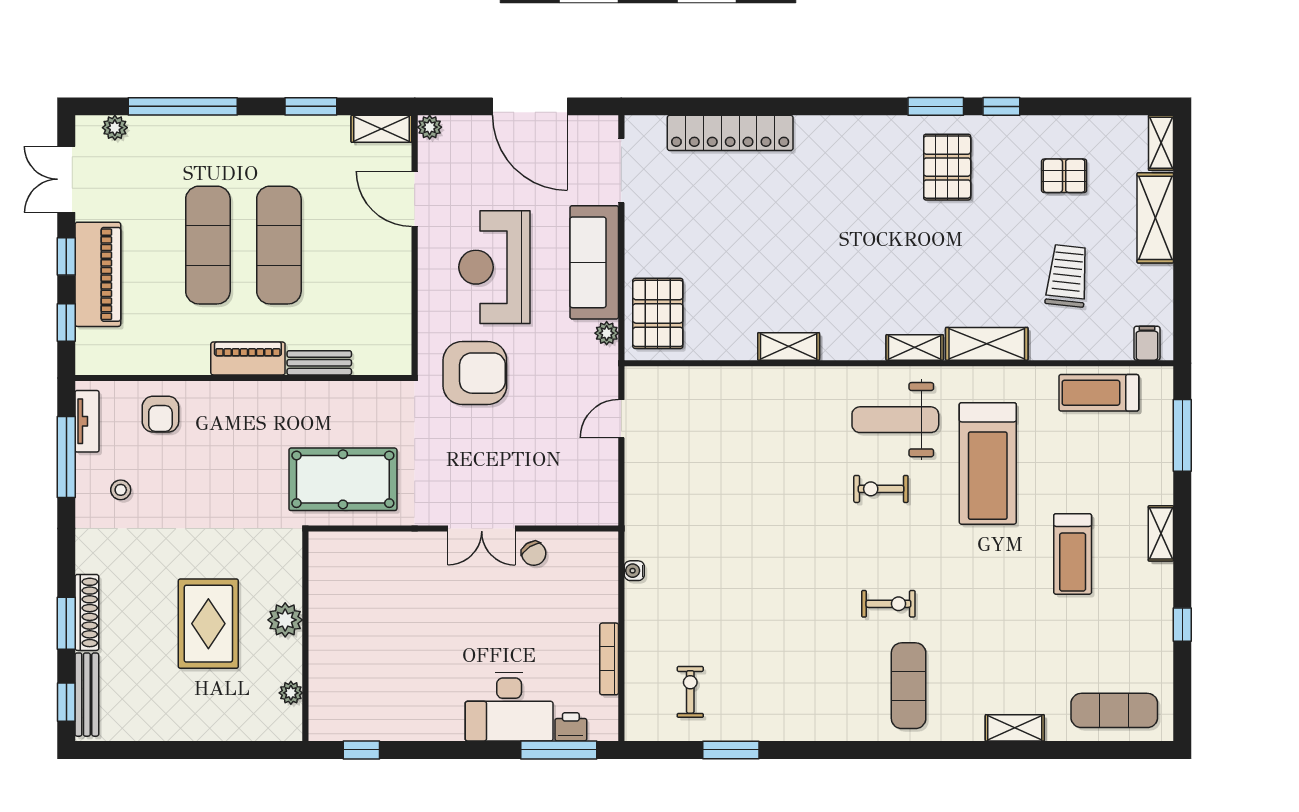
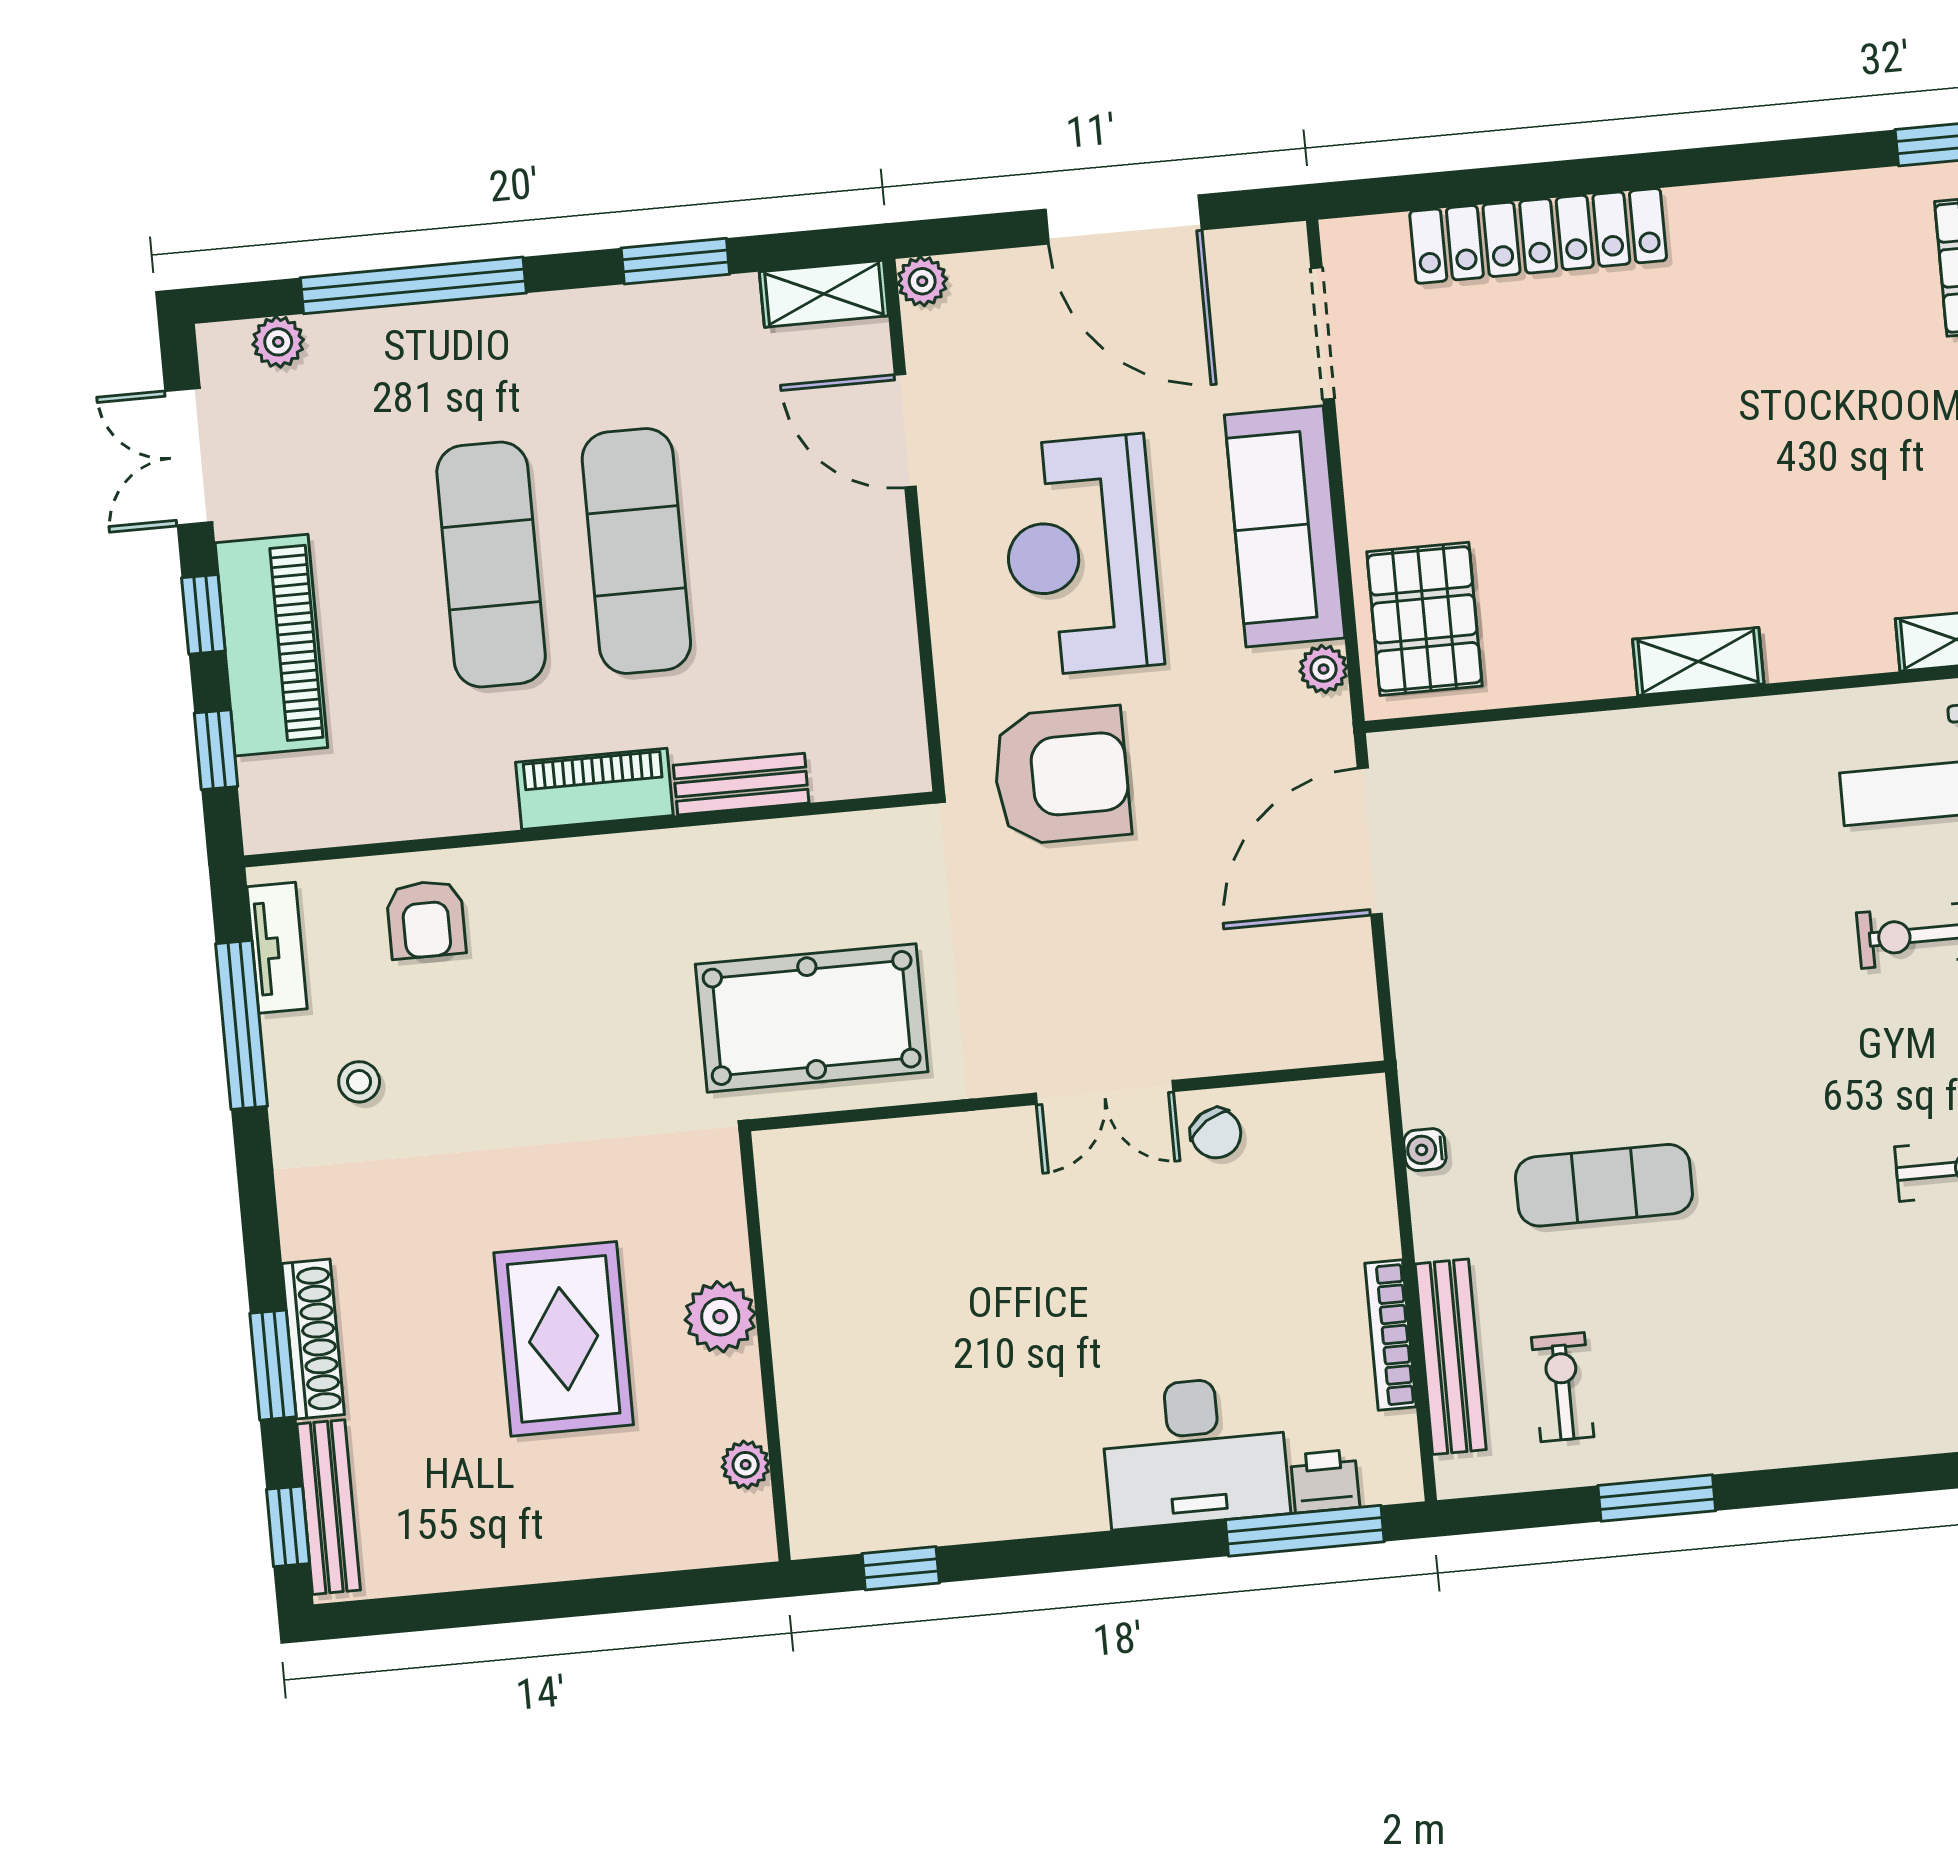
door: (621, 419) -> (1370, 841), width x1.87
exercise mat: (719, 596) -> (1604, 1185), added
bench: (637, 672) -> (1451, 1357), added

